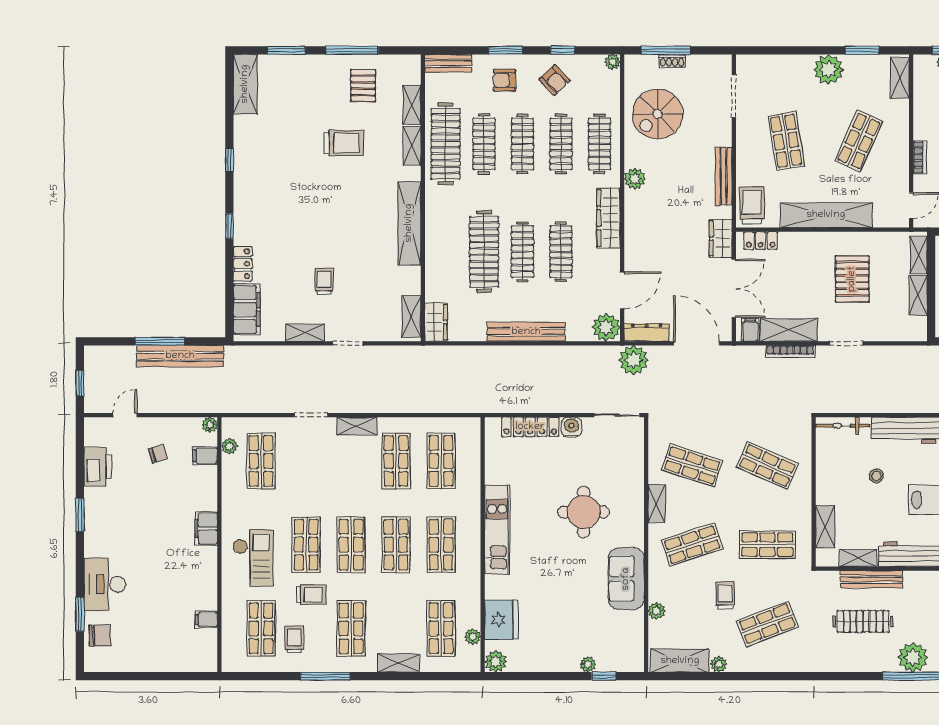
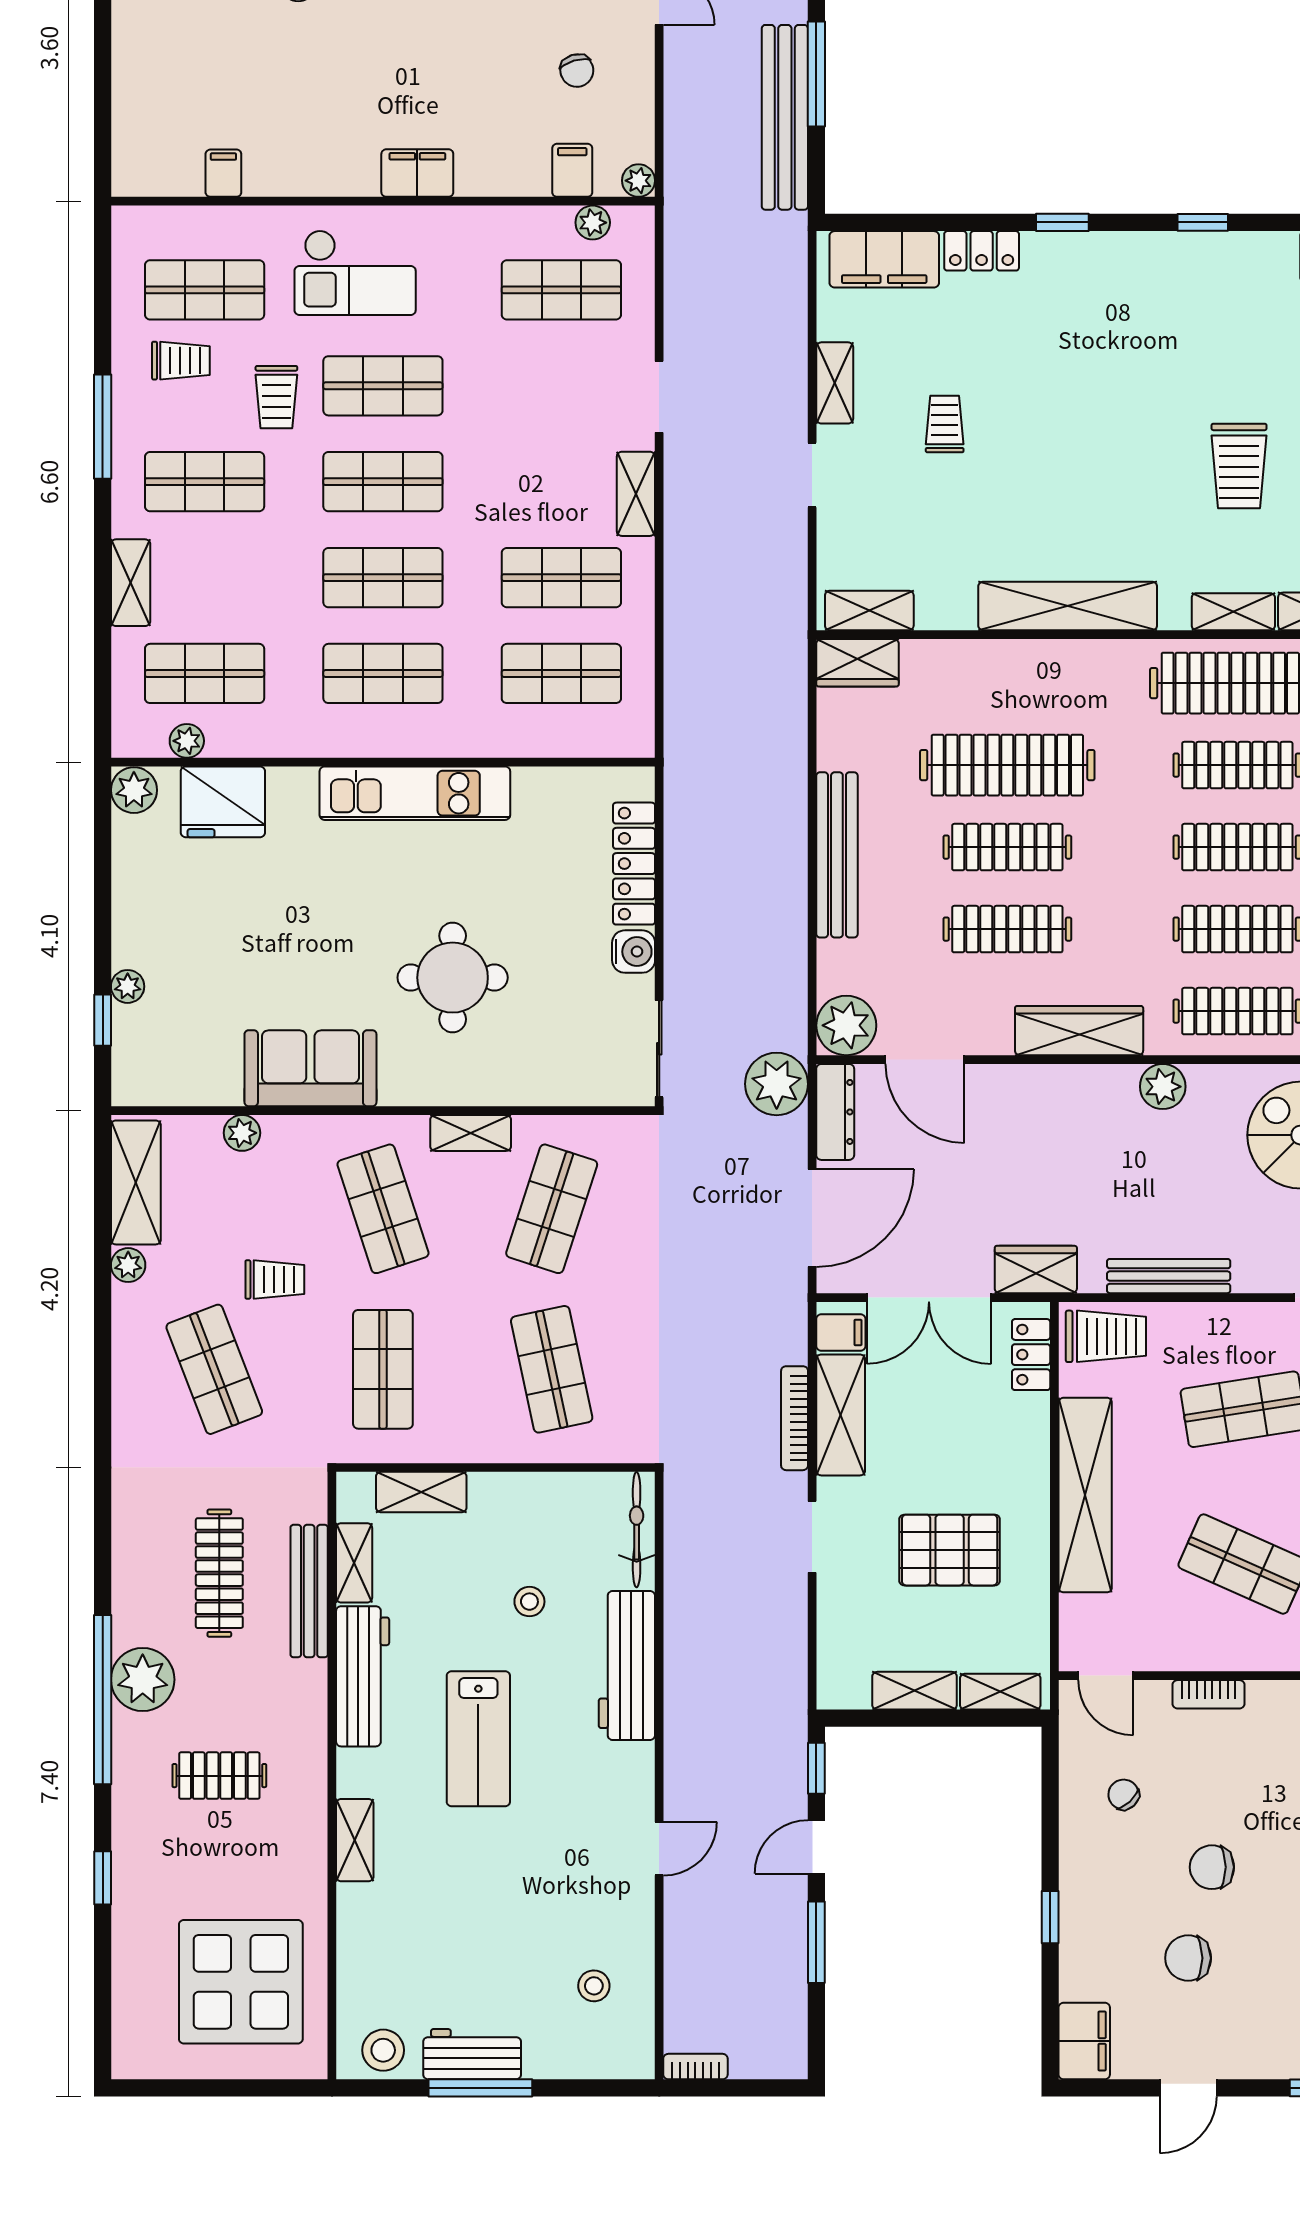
trolley: (324, 281) -> (945, 424), turned -90
shop shelf: (767, 466) -> (552, 1369), turned -36

